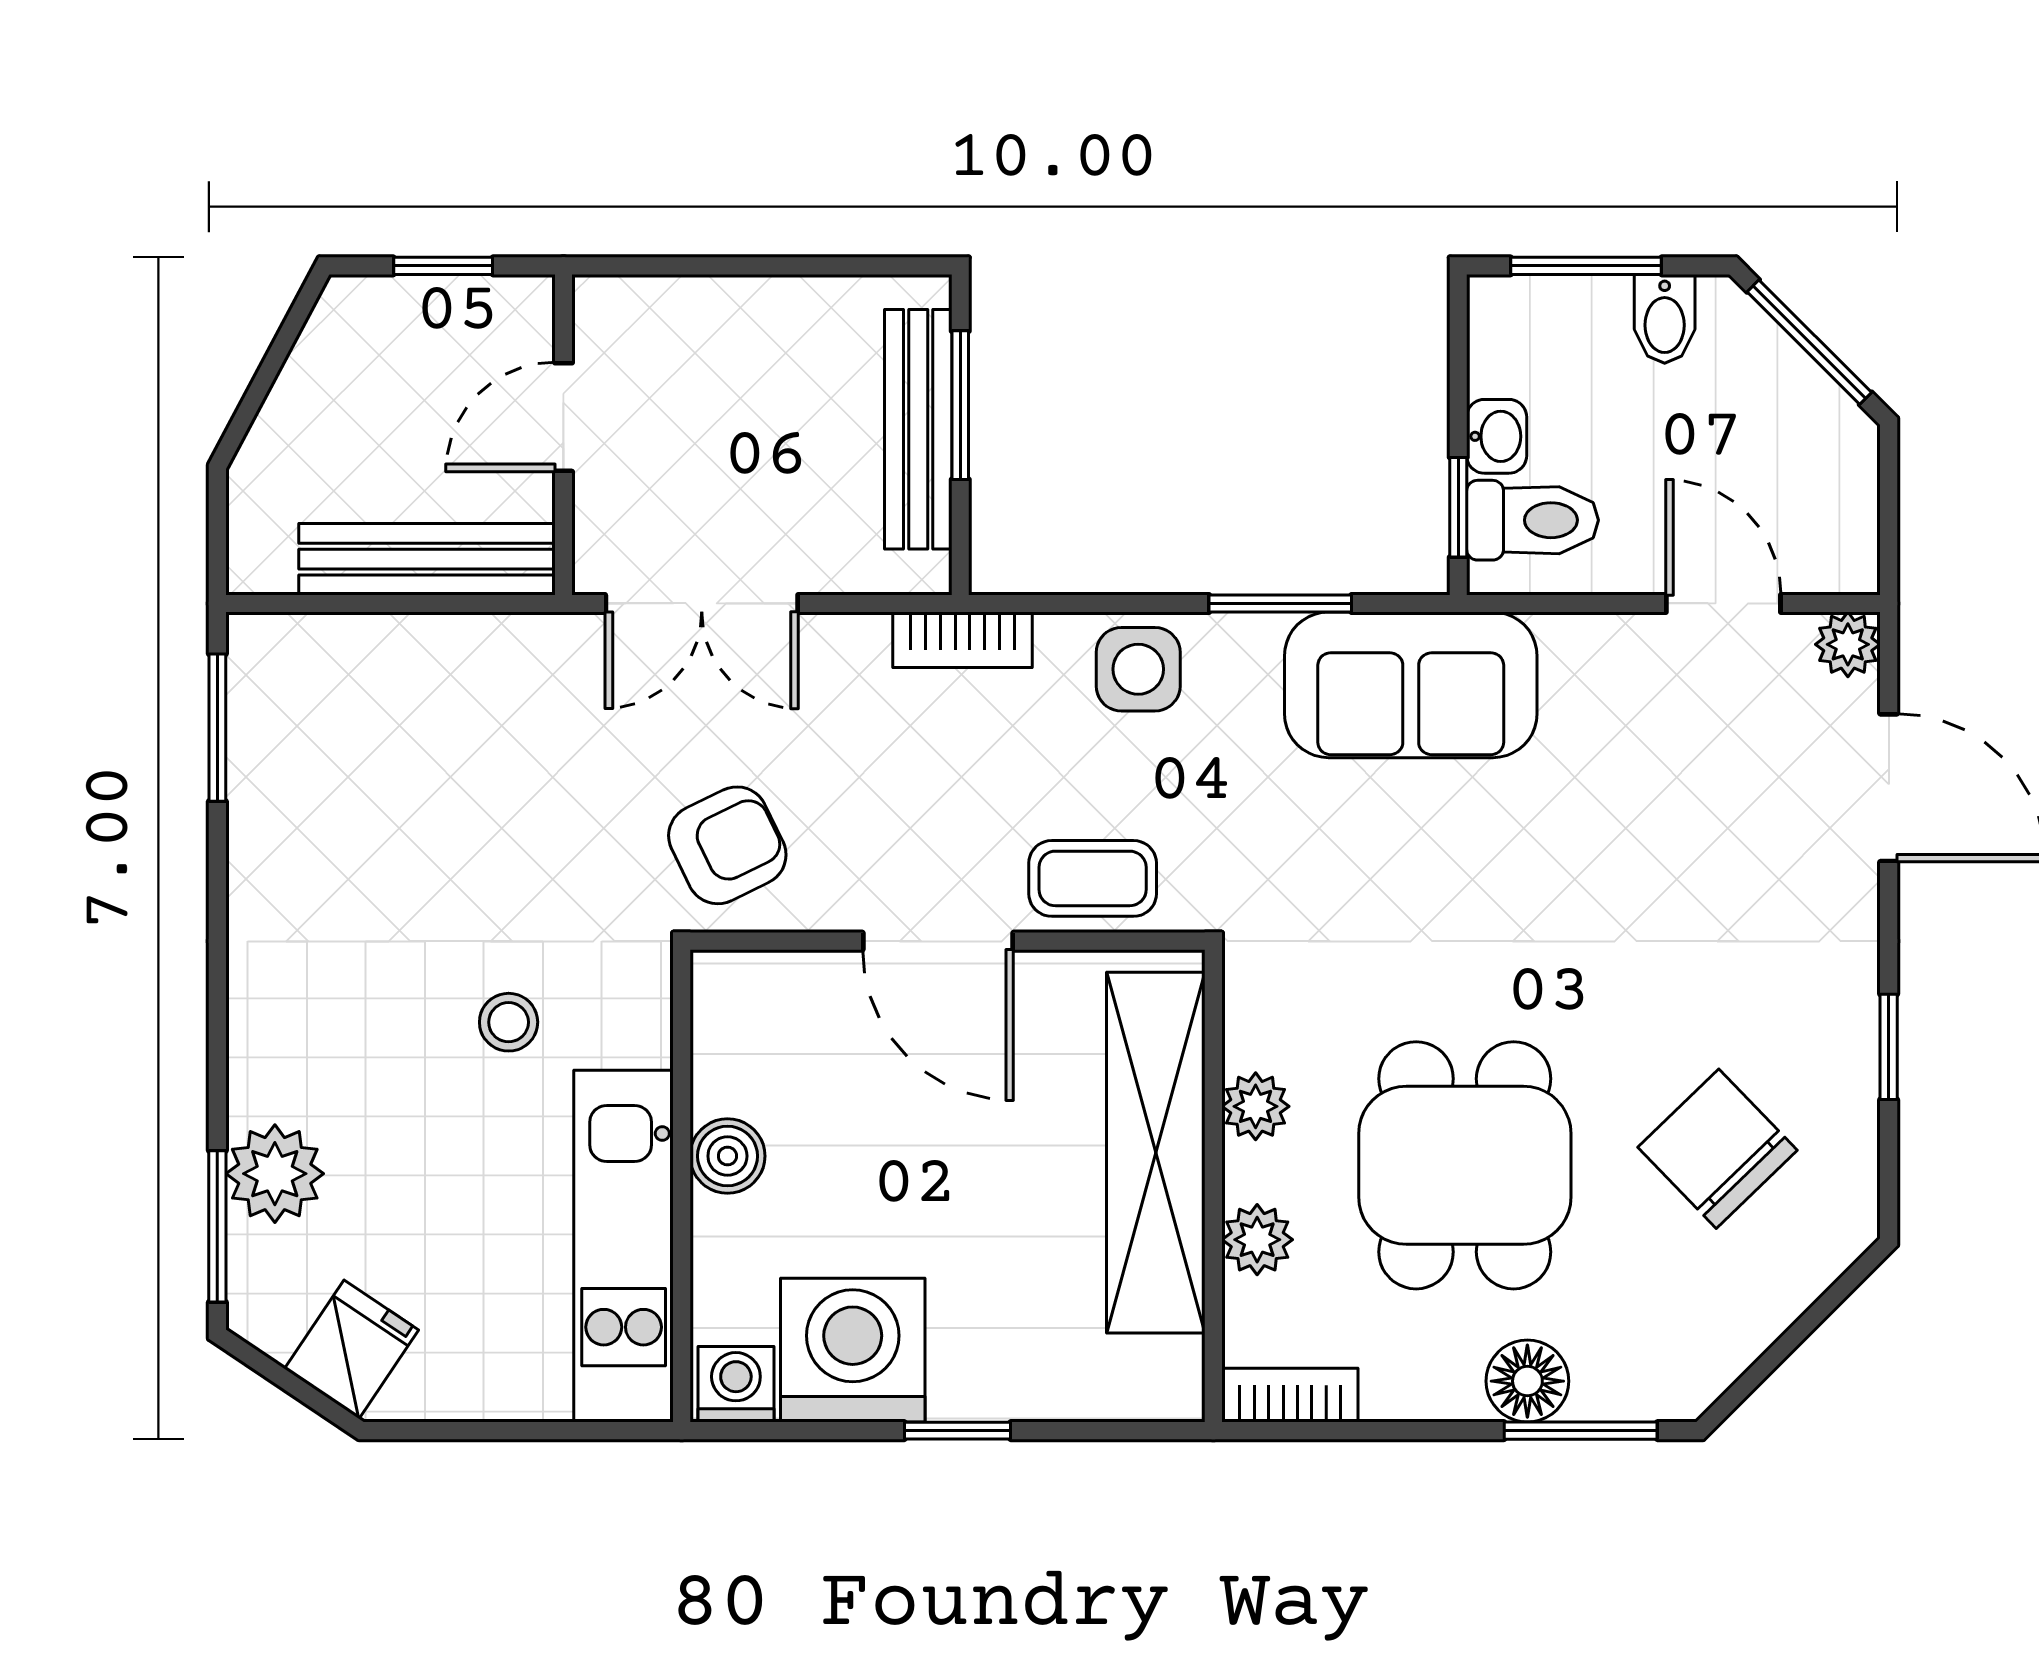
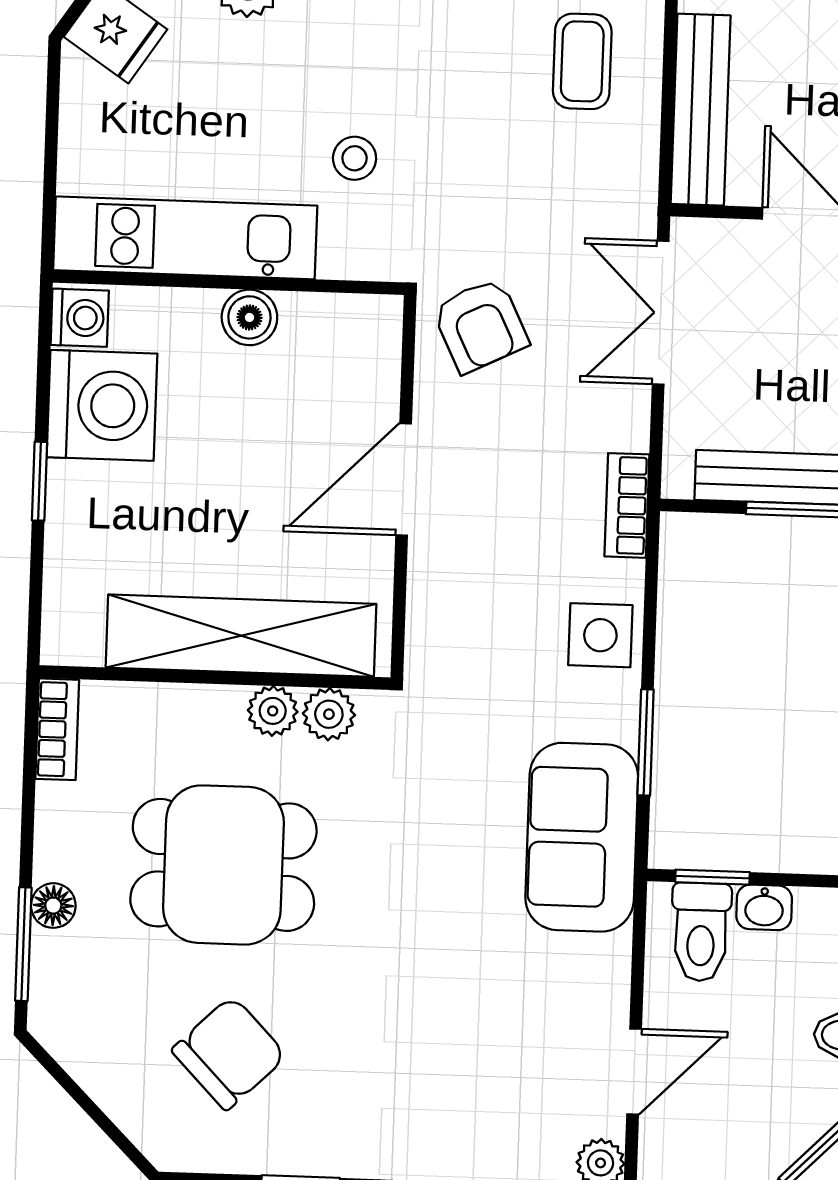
coffee table: (1093, 878) -> (582, 61), moved
plant: (1257, 1240) -> (329, 714), moved
floor lamp: (1527, 1381) -> (53, 906), width x0.73, depth x0.73

